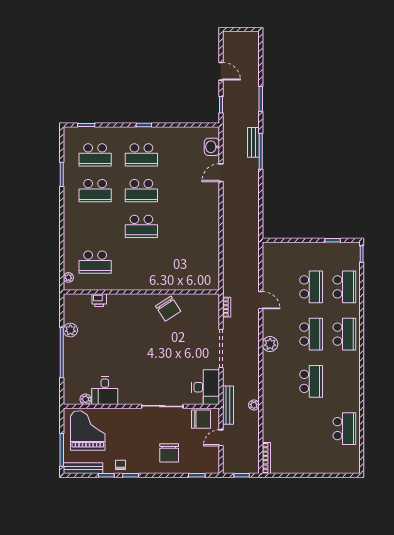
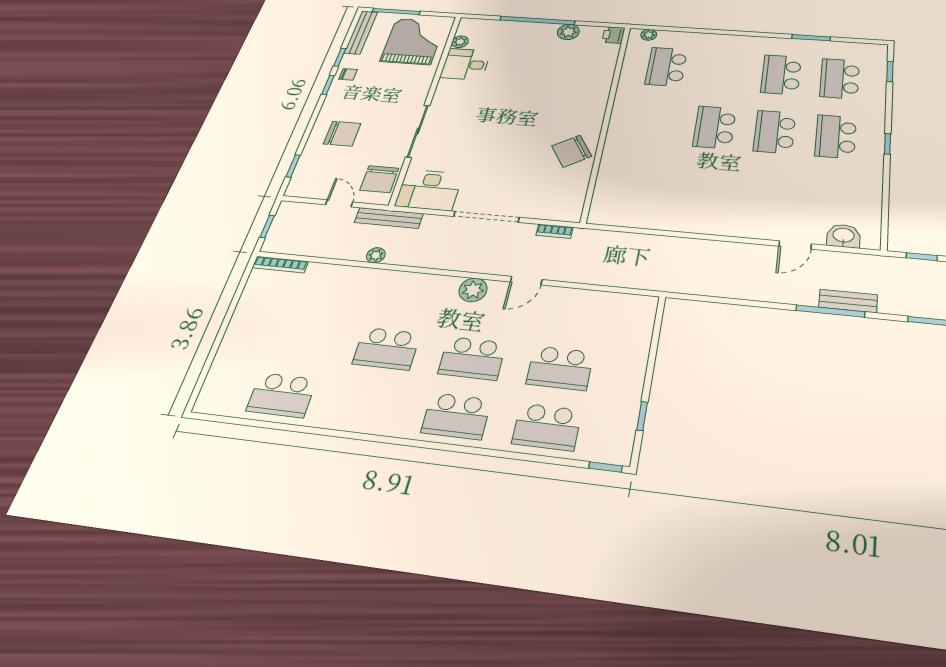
door: (221, 173) -> (795, 245), swing flipped
printer: (99, 300) -> (613, 35), moved
door: (261, 300) -> (526, 281), moved
grand piano: (88, 431) -> (413, 41), turned -90
chair: (169, 453) -> (342, 134), turned 180

